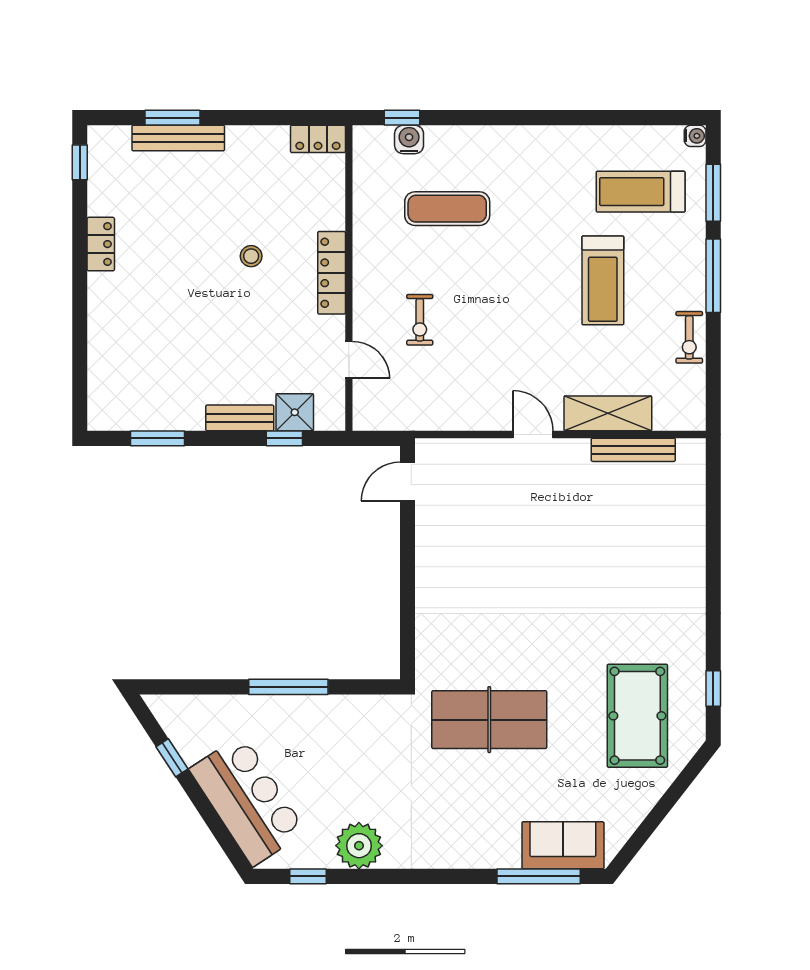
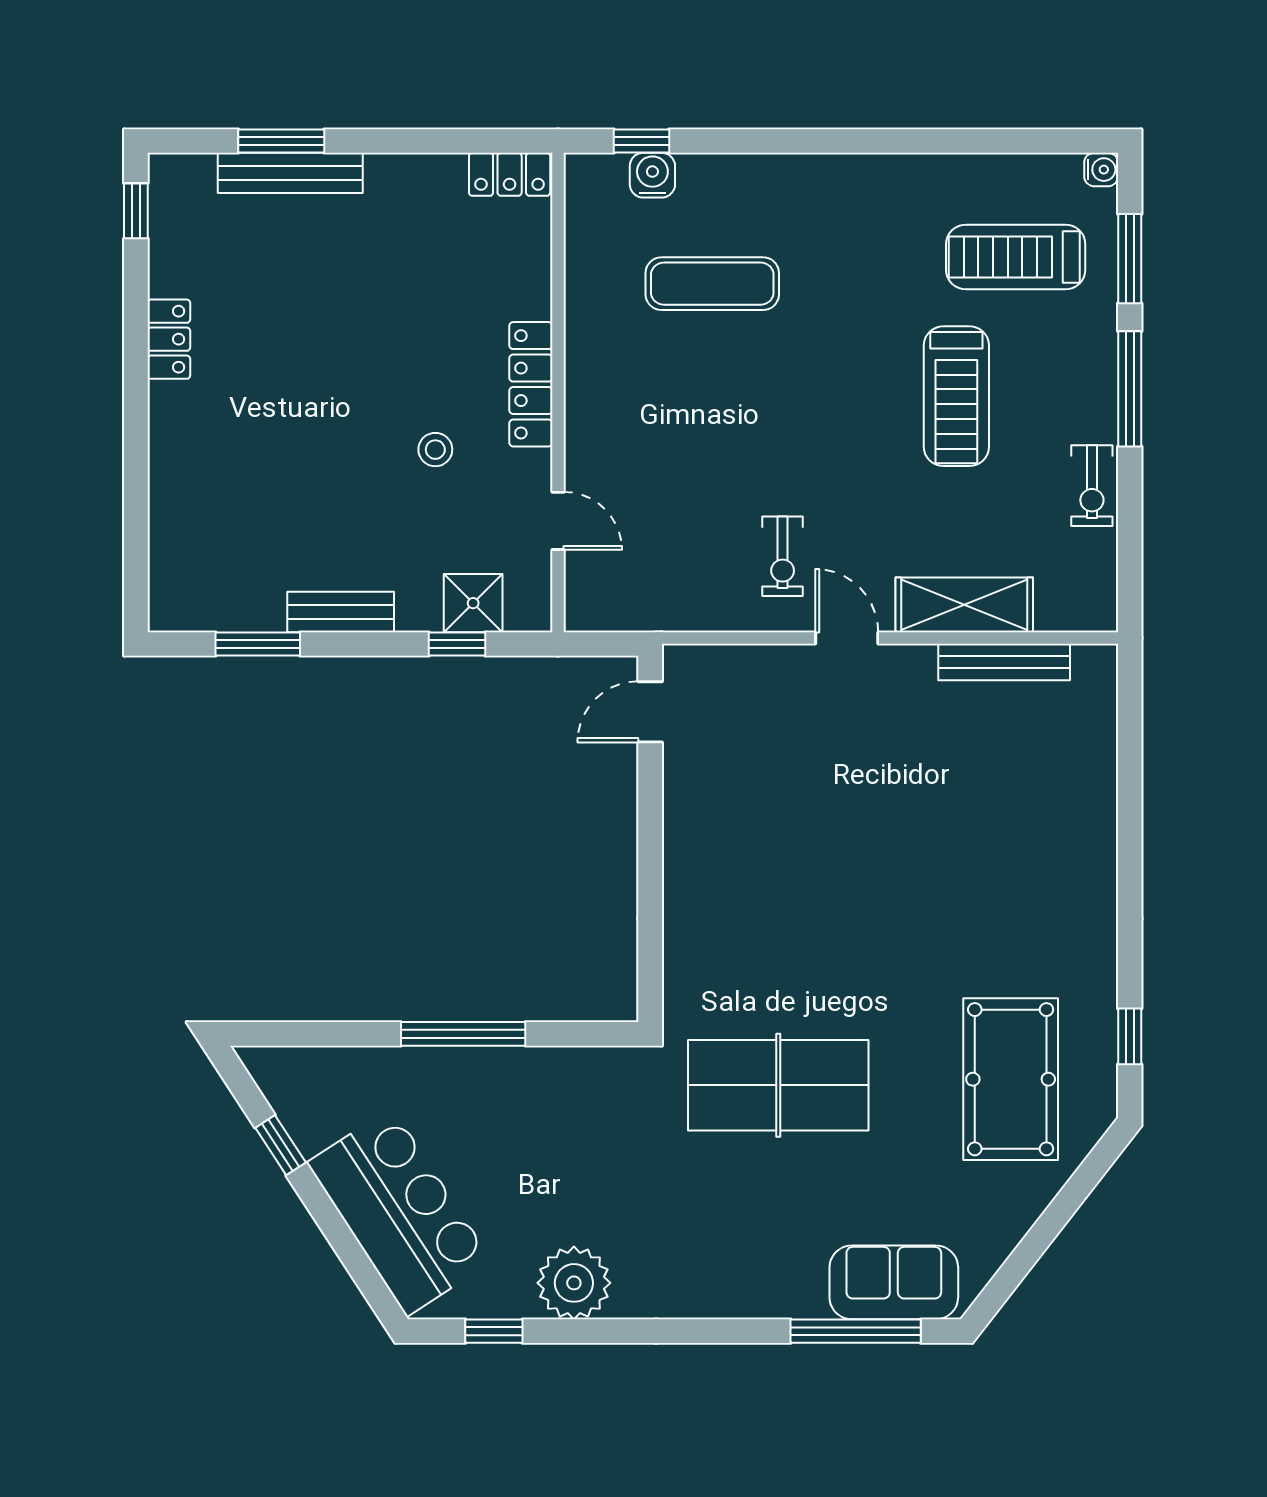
stool: (251, 256) -> (435, 450), moved
exercise bike: (420, 320) -> (783, 556), moved
bench: (240, 418) -> (341, 612), moved

